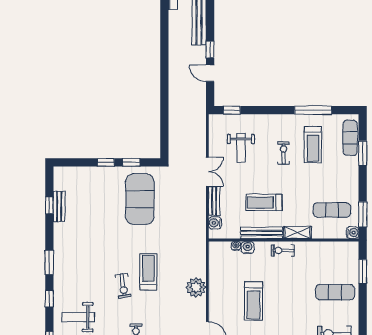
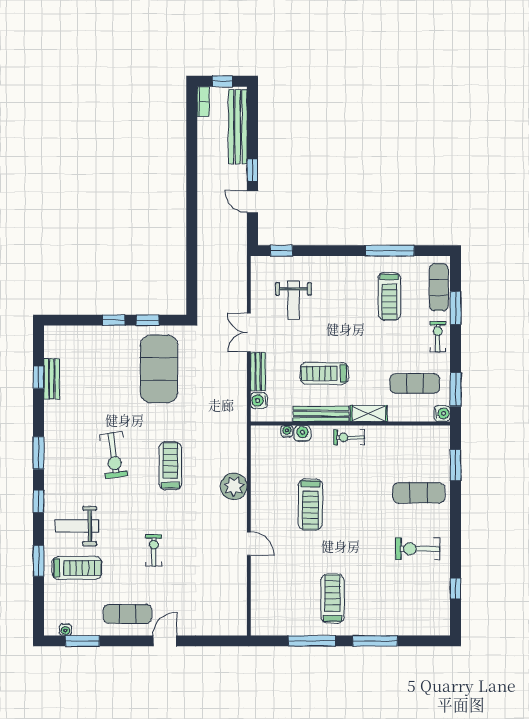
exercise bike: (284, 153) -> (438, 337), moved
double door: (207, 172) -> (249, 332), swing flipped
exercise bike: (123, 286) -> (114, 455), moved, width x1.38, depth x1.39

